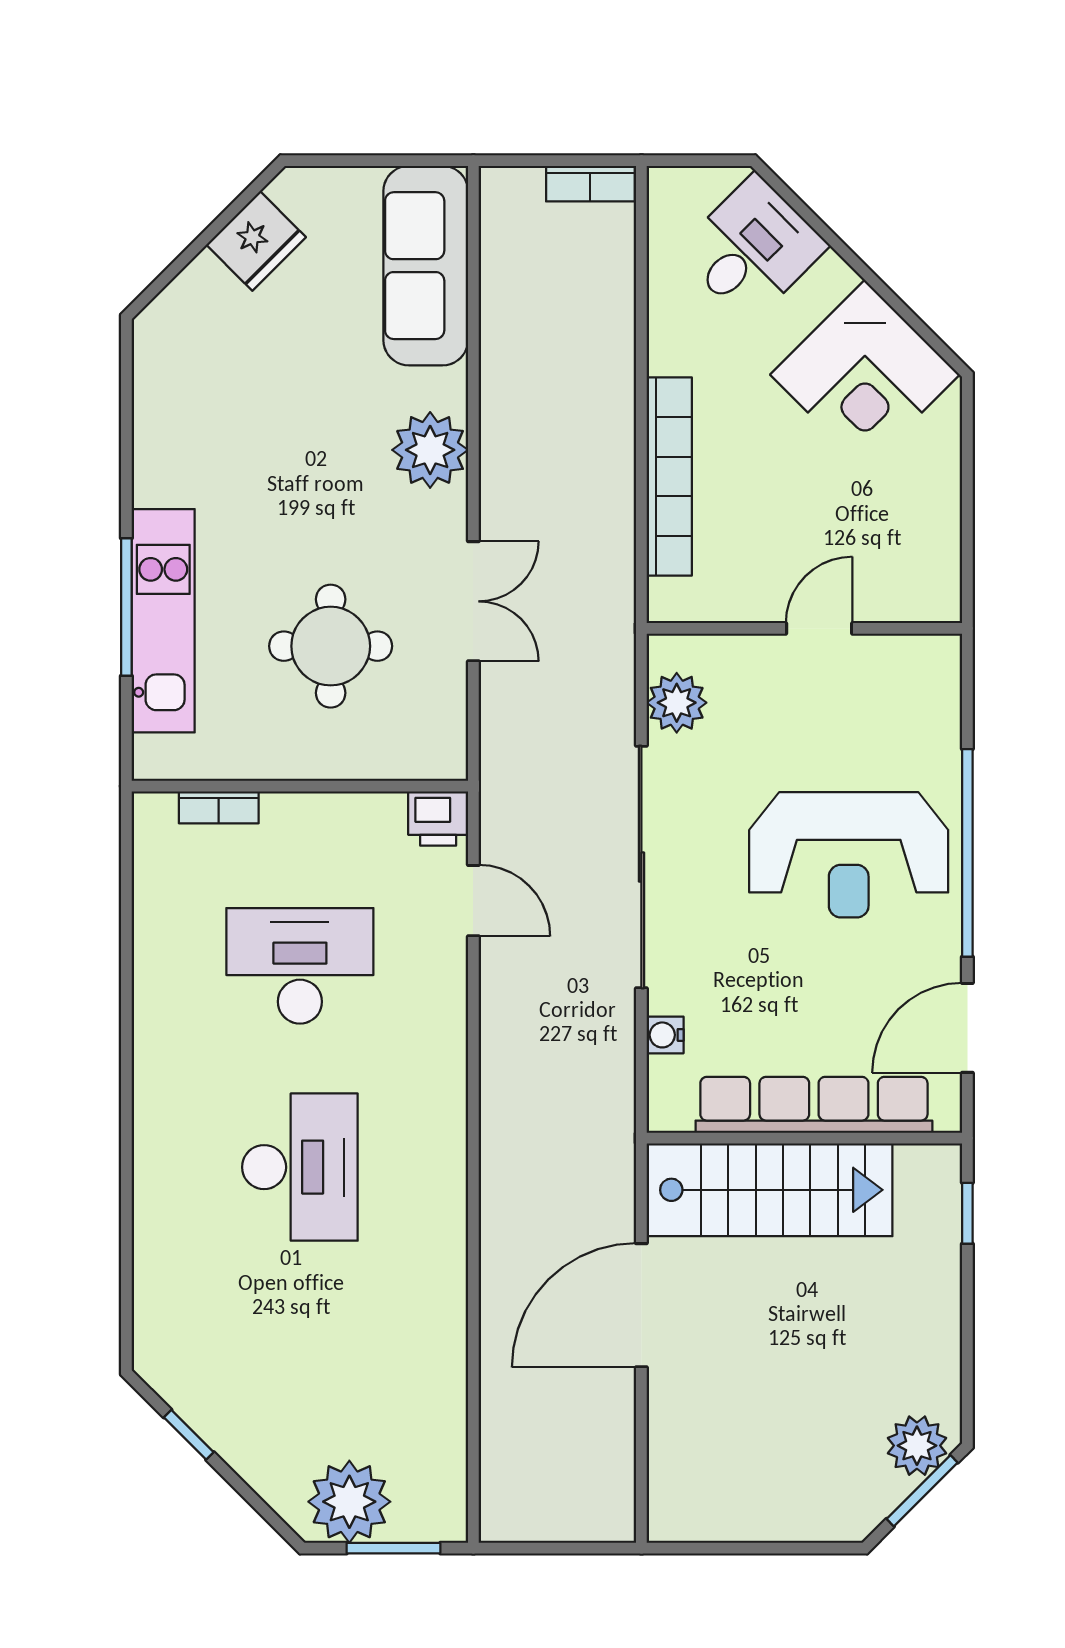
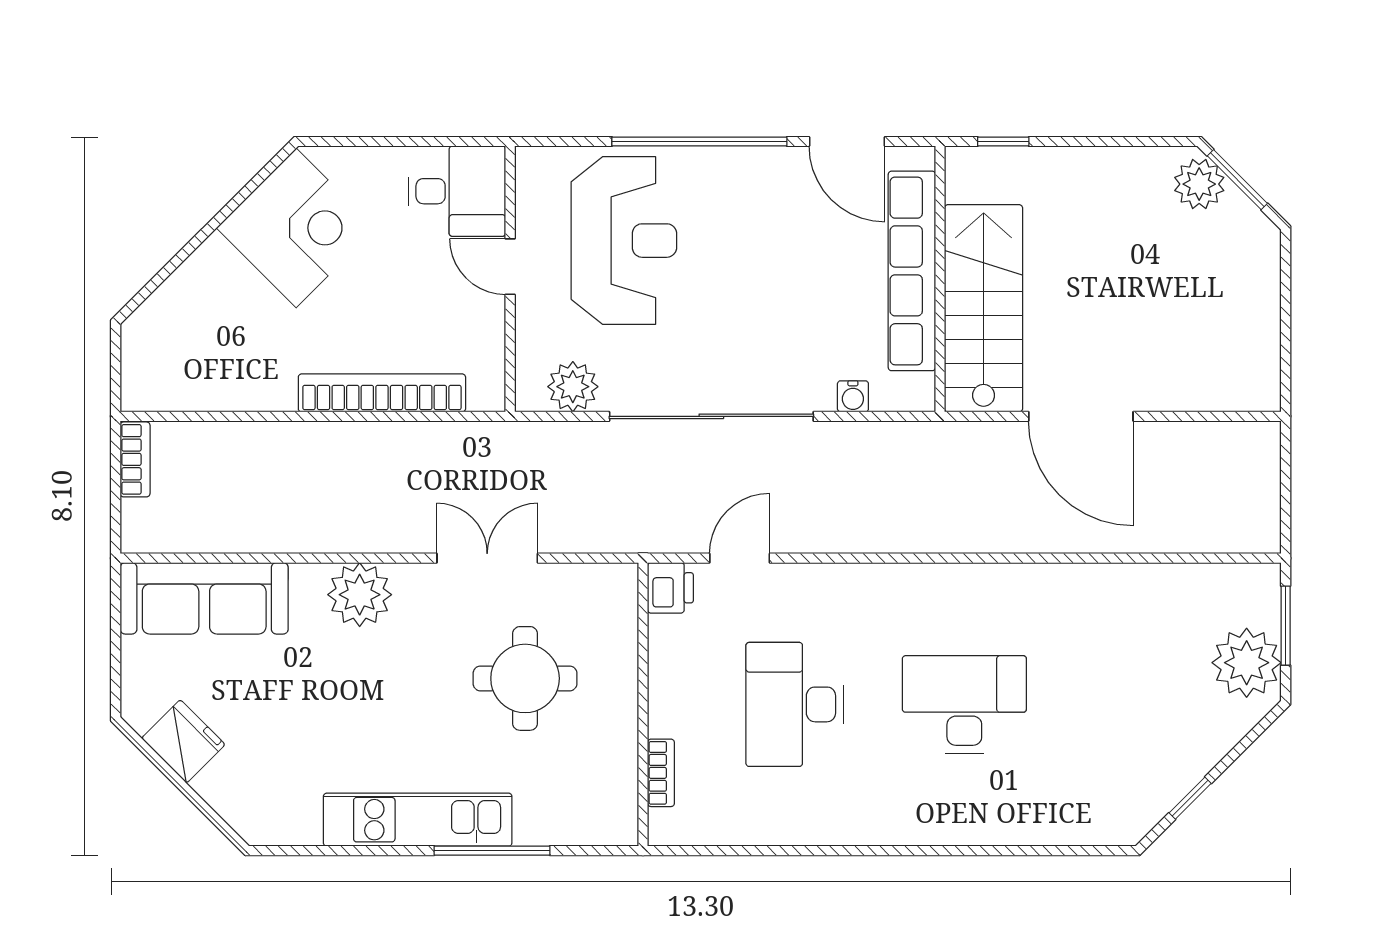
desk: (752, 249) -> (457, 191), moved, turned 135
kitchen unit: (163, 621) -> (418, 820), moved
reception desk: (849, 855) -> (624, 241), moved

